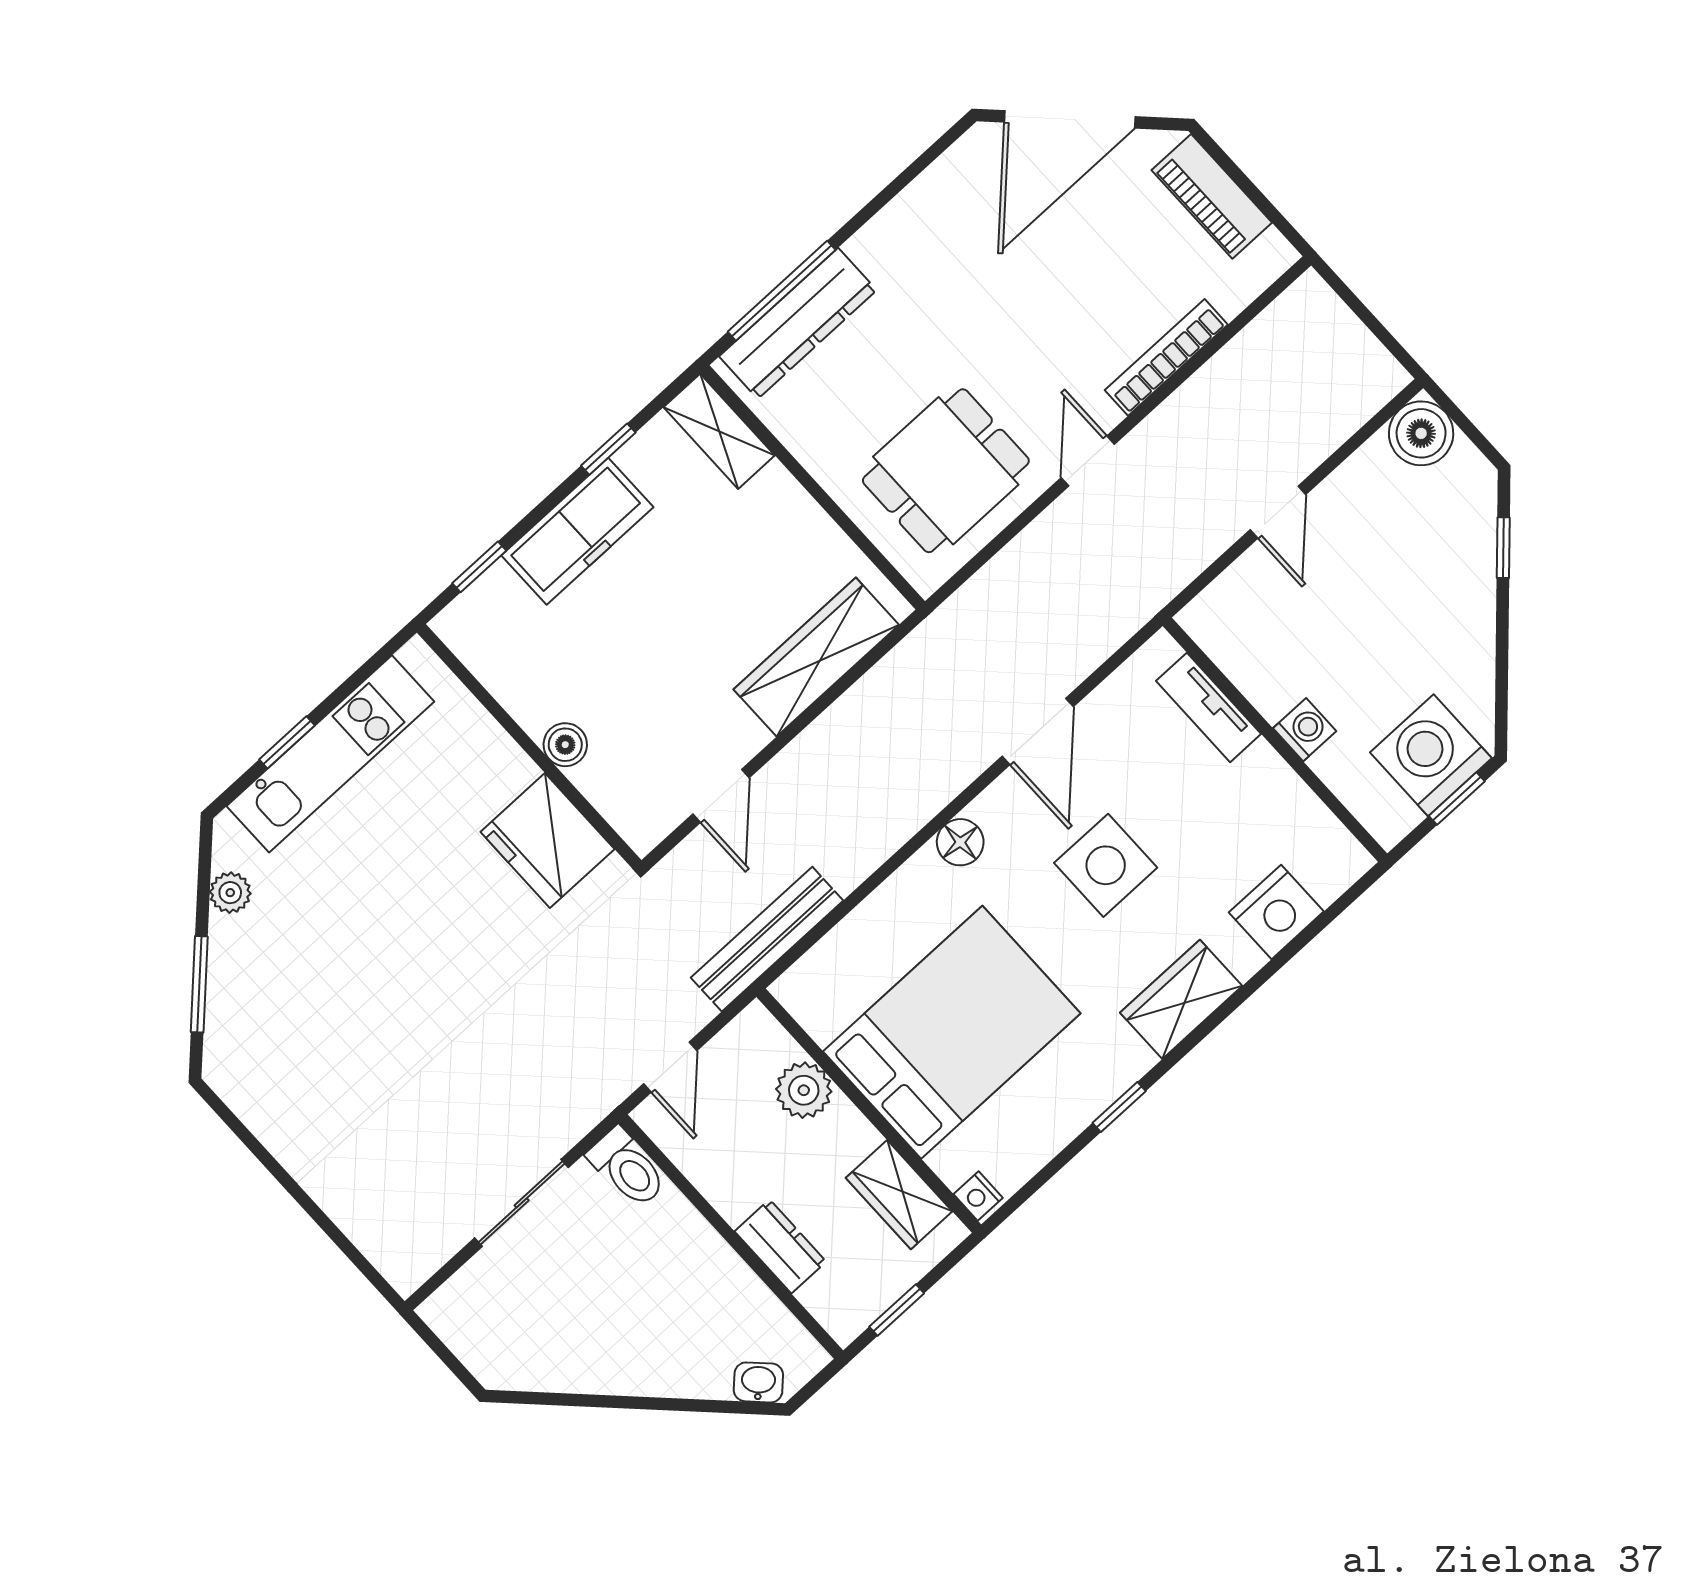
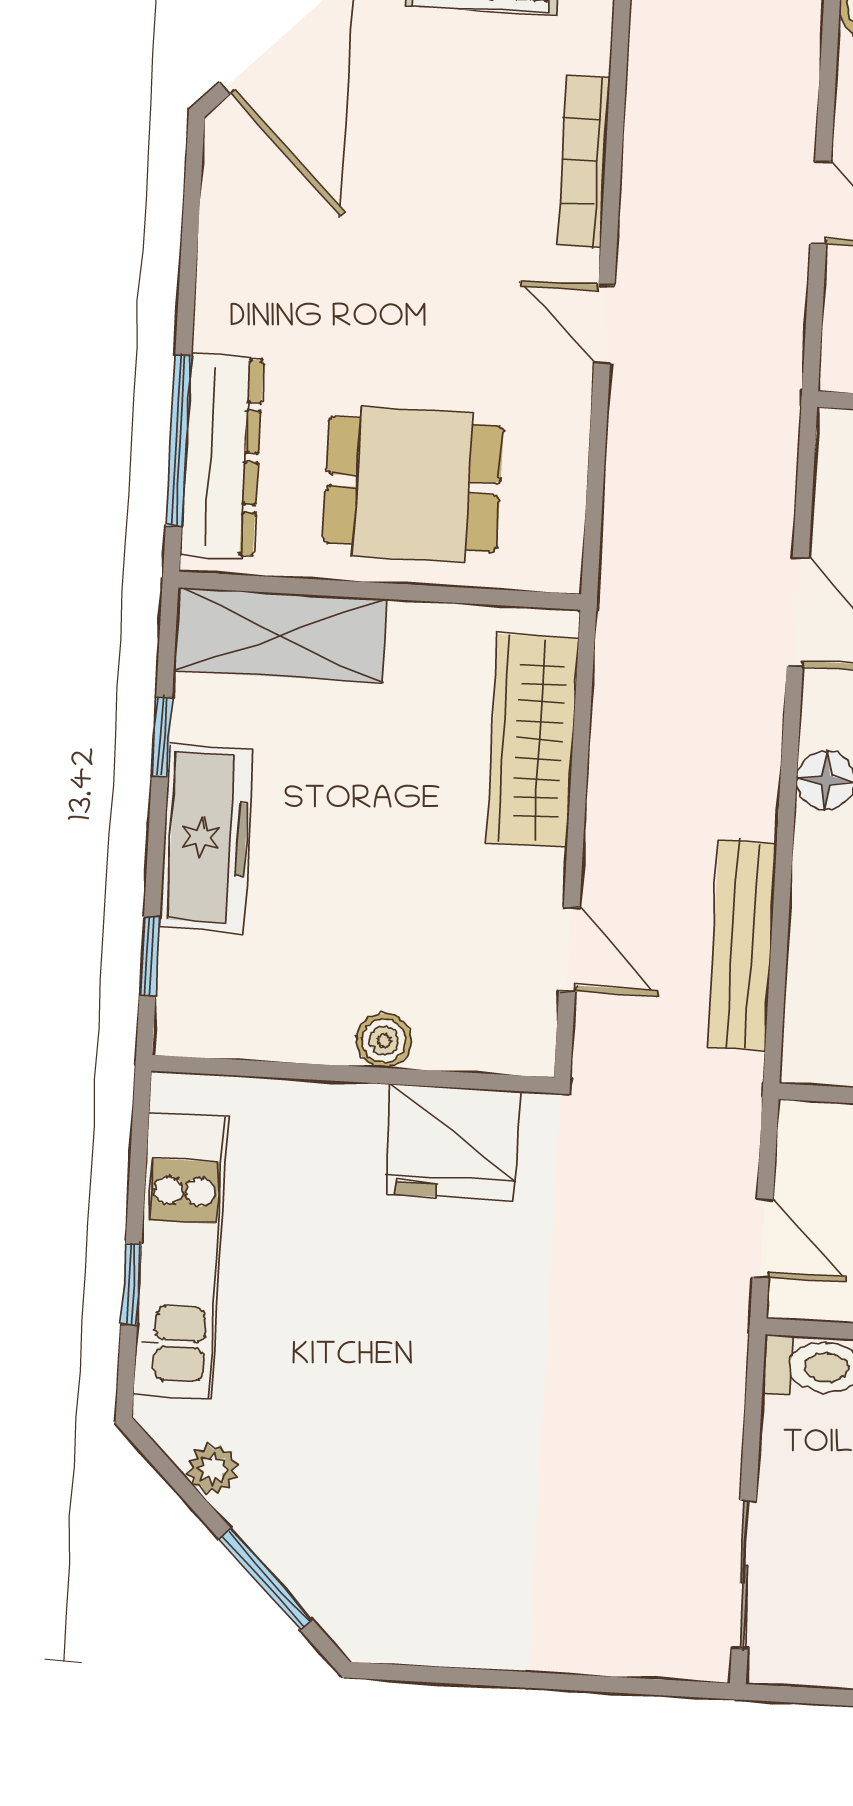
shelving: (719, 431) -> (280, 635), width x1.50, depth x1.33
dining table: (946, 471) -> (413, 484), moved, turned 90
bench: (767, 939) -> (742, 946), moved
sliding door: (522, 1203) -> (744, 1575), moved

